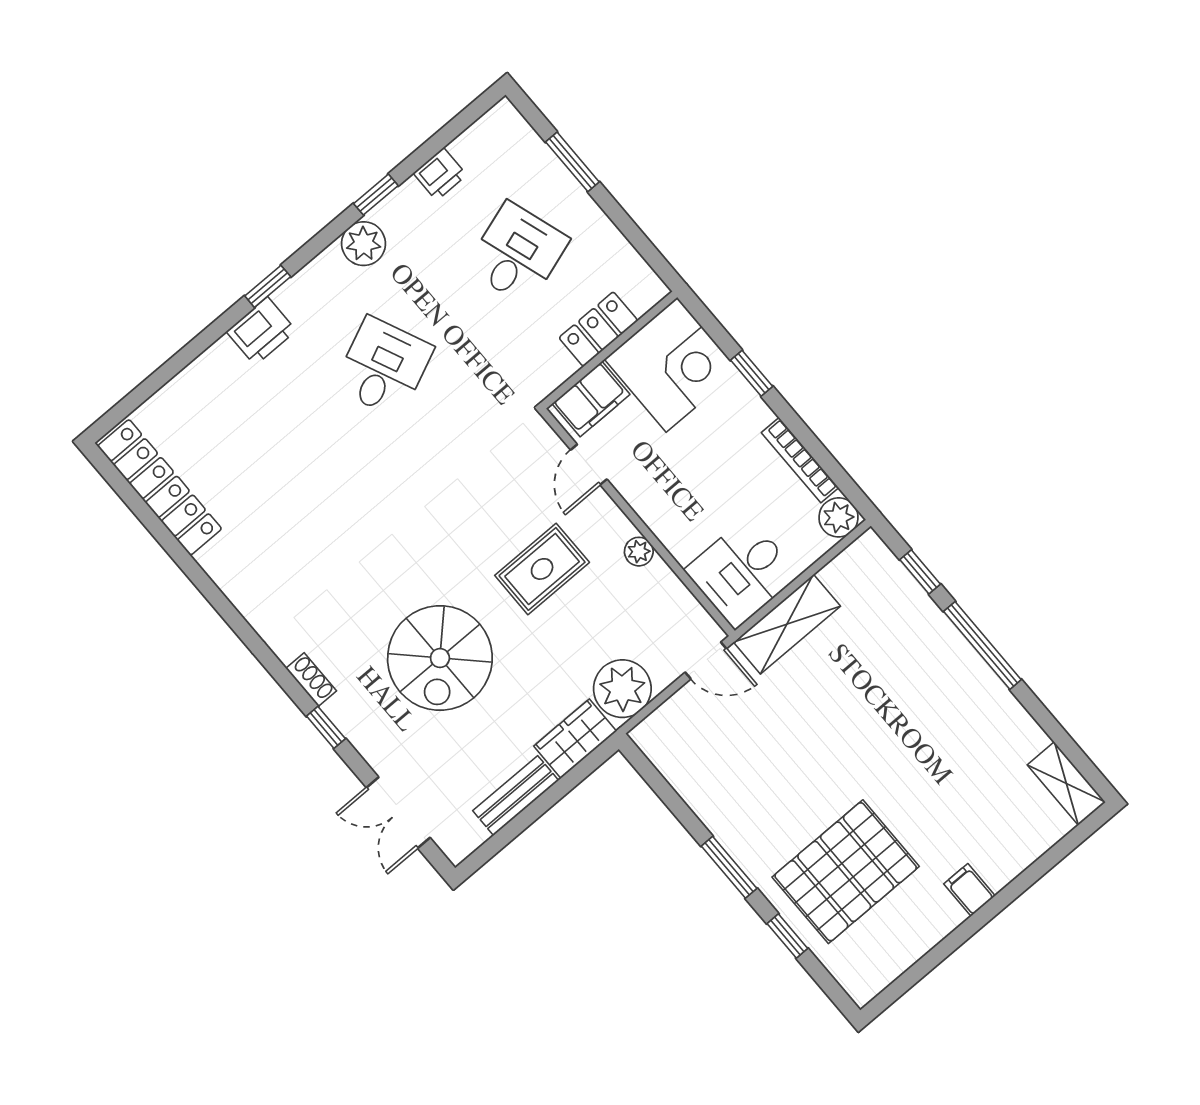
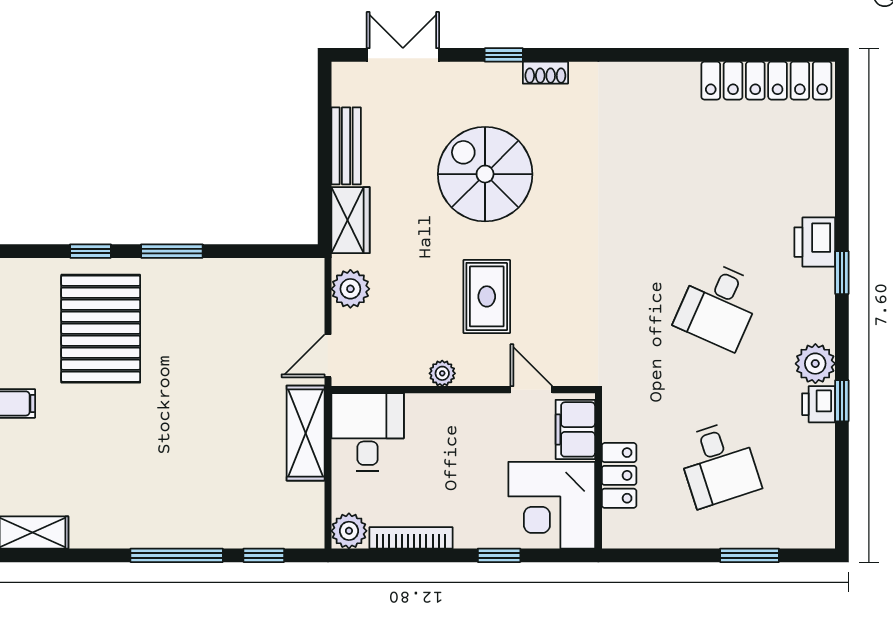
printer: (440, 174) -> (819, 404), moved
desk: (383, 367) -> (718, 305), turned 48
plant: (622, 689) -> (350, 289), width x0.73, depth x0.73

